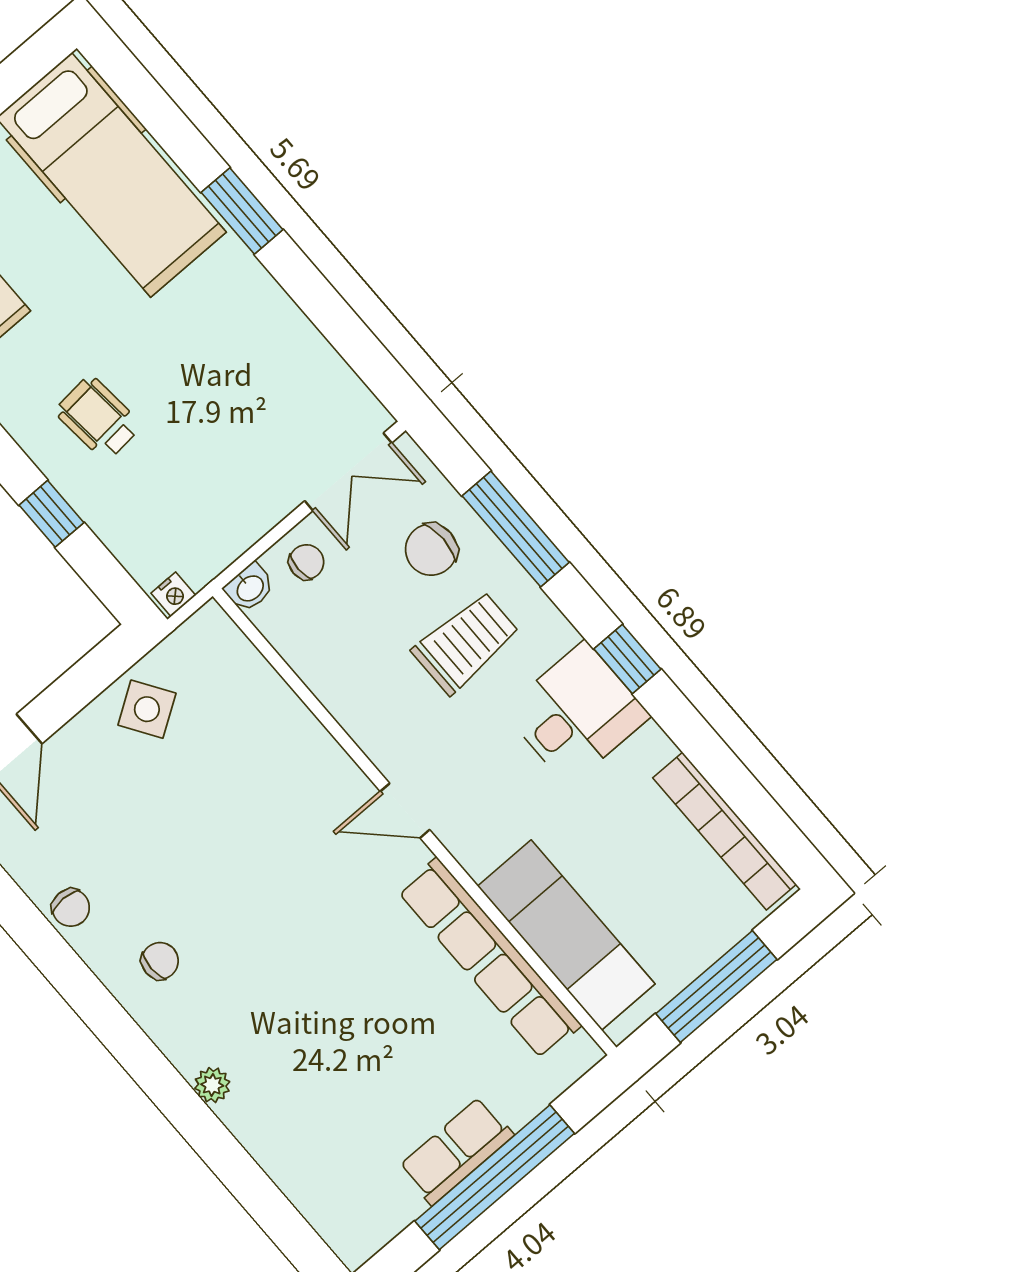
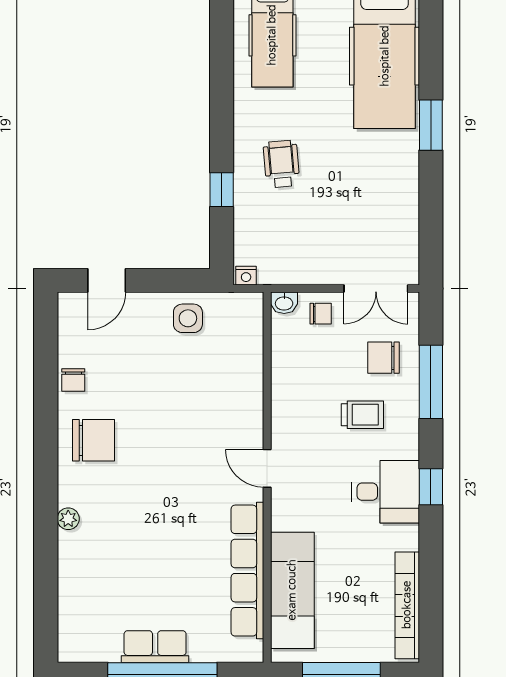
trolley: (466, 643) -> (362, 415), width x0.73, depth x0.72
side table: (147, 709) -> (188, 318), turned 33
chair: (160, 961) -> (93, 440), width x1.87, depth x1.87

